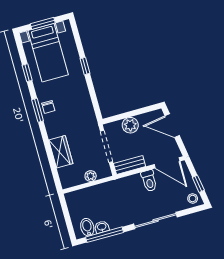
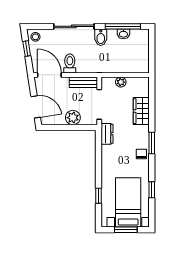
window: (85, 66) -> (99, 196), moved
window: (38, 110) -> (152, 143), moved
dresser: (90, 118) -> (107, 134), added
bidet: (87, 227) -> (101, 37), moved

